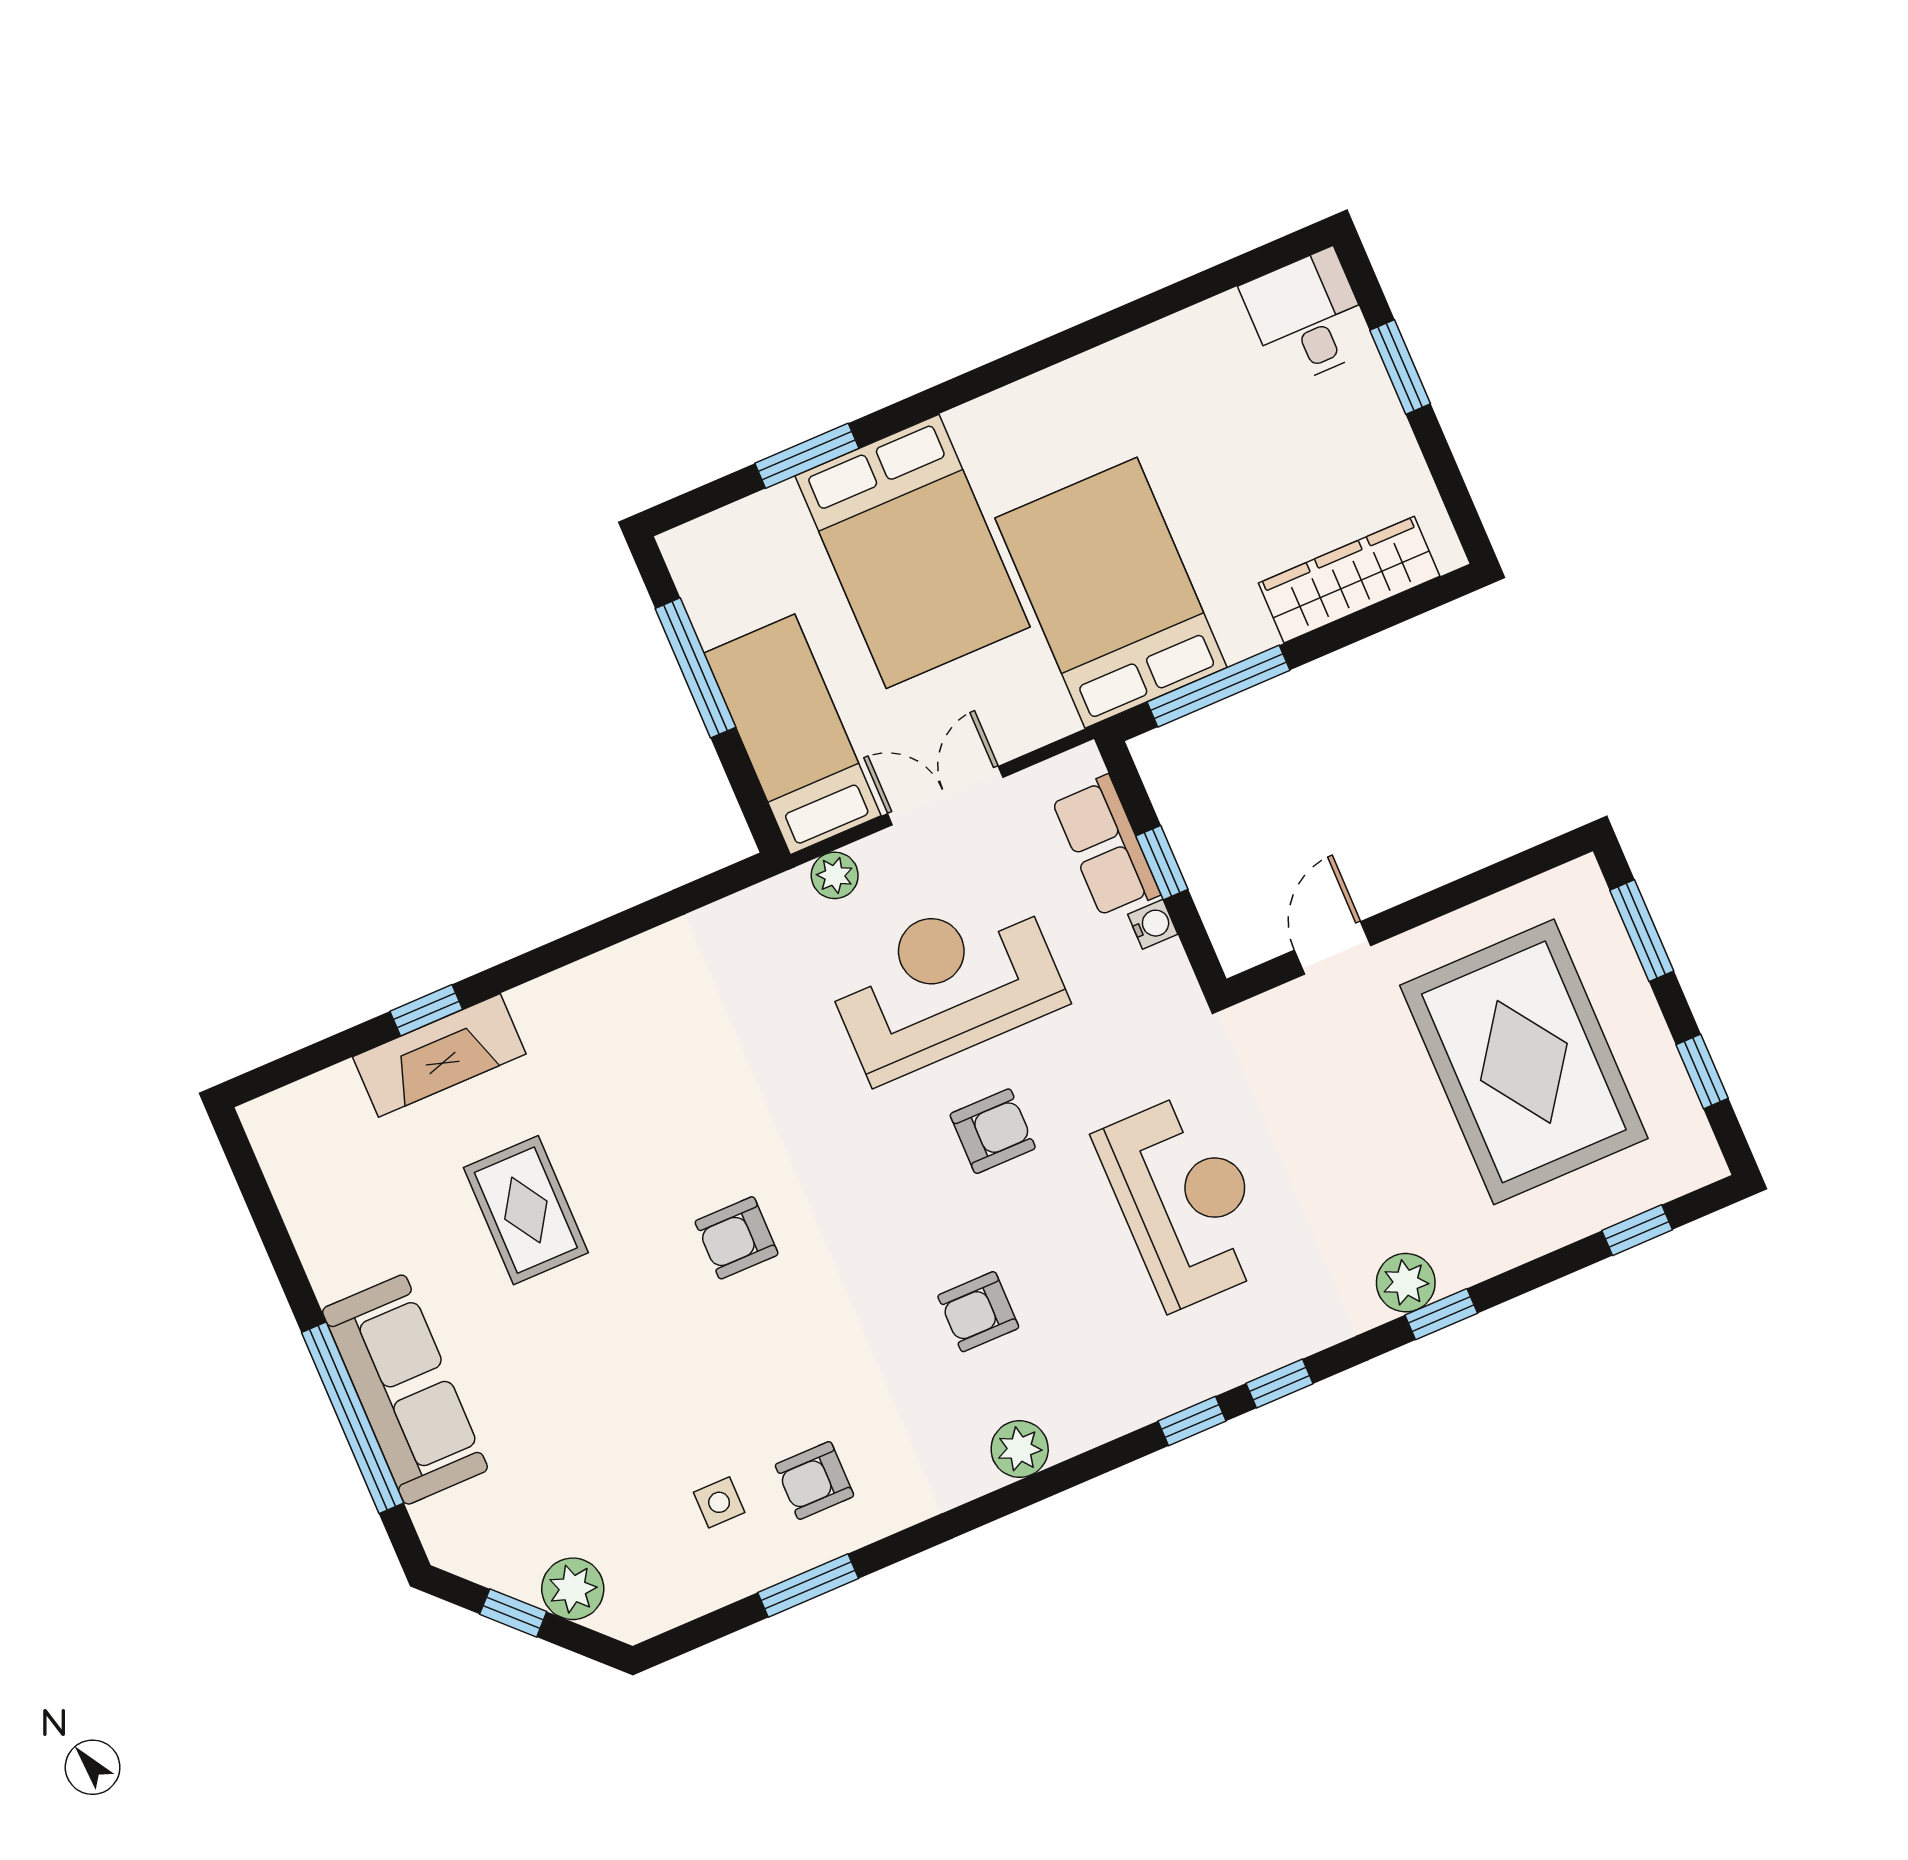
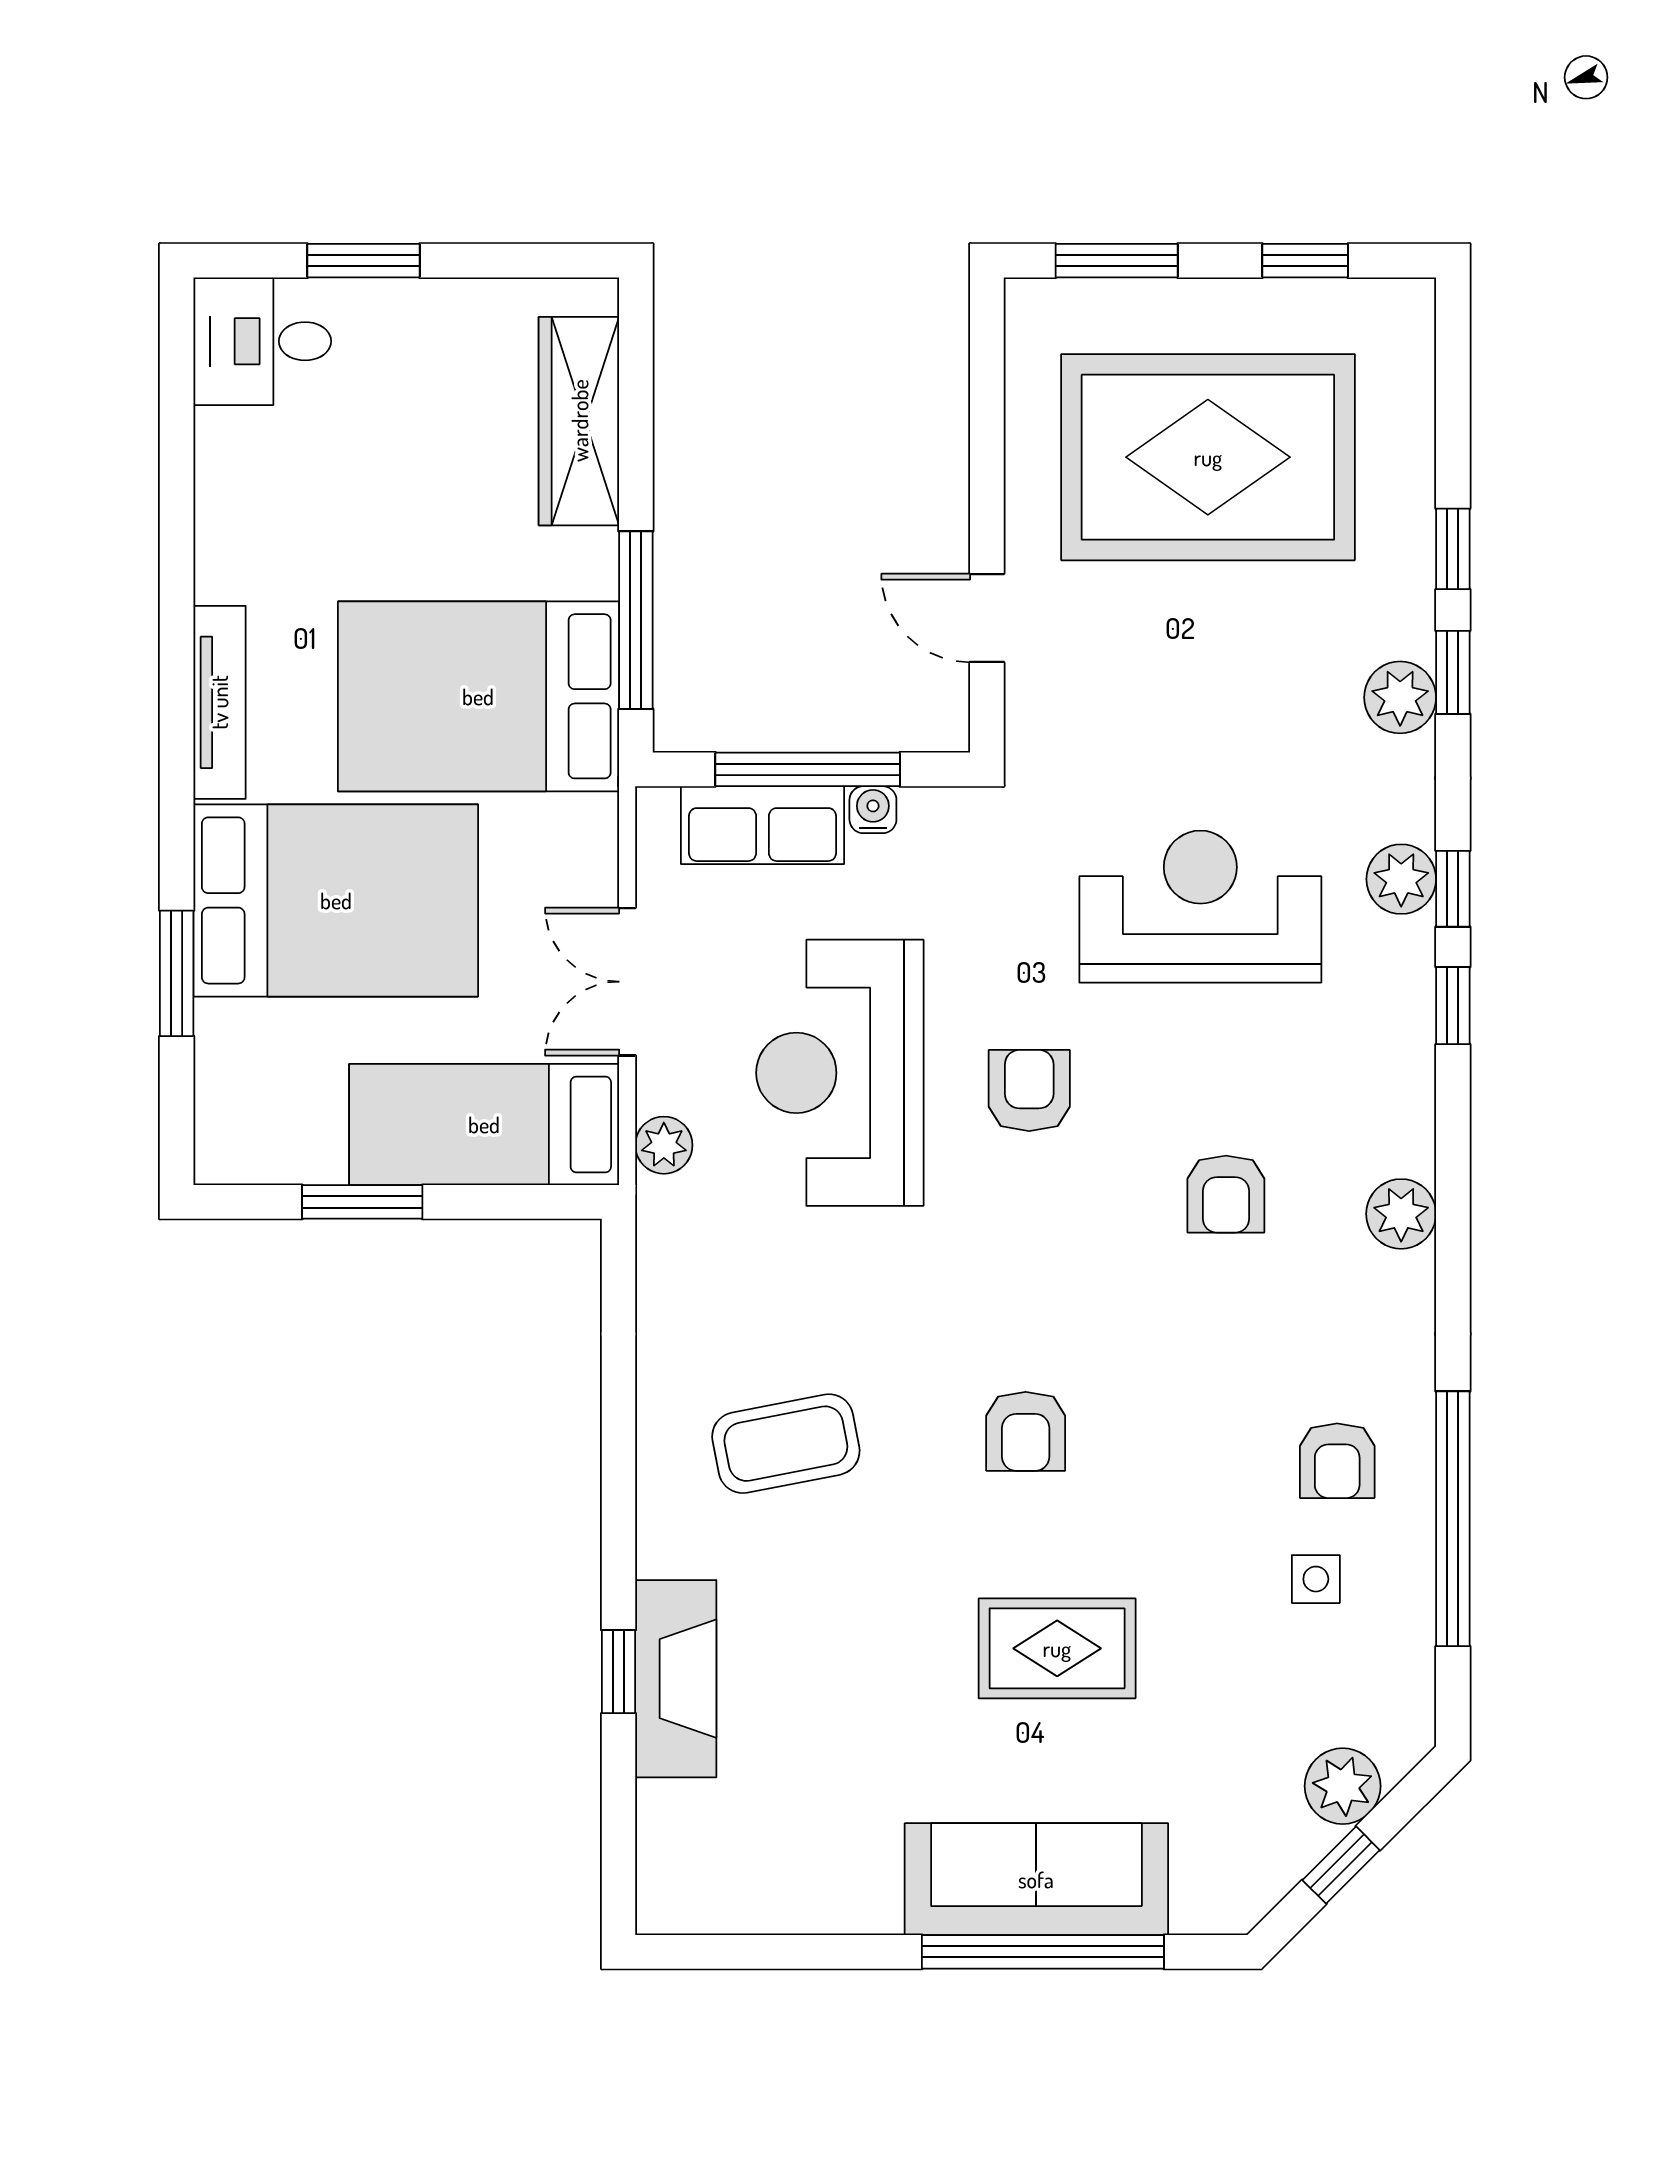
tv unit: (1023, 401) -> (219, 702), added
window: (695, 668) -> (362, 1202), width x0.69
window: (1162, 863) -> (808, 769), width x2.17
coffee table: (650, 1062) -> (786, 1444), added
rug: (526, 1210) -> (1057, 1648), moved
window: (1637, 1230) -> (1453, 549), moved
plant: (1270, 1342) -> (1401, 879), added
window: (808, 1585) -> (1453, 1519), width x2.11

